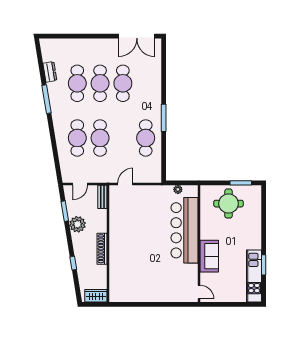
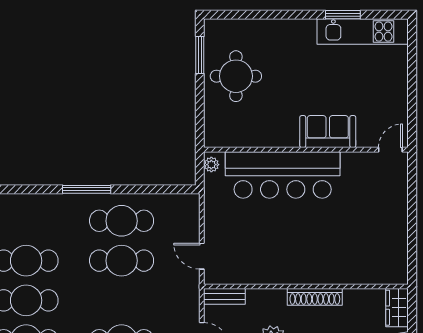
cafe table: (100, 138) -> (122, 261), moved
bar counter: (184, 230) -> (283, 175), moved
wall: (199, 244) -> (306, 150), moved
sofa: (209, 256) -> (328, 132), moved
door: (199, 292) -> (390, 150), moved

